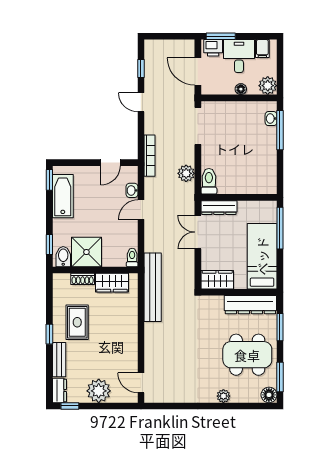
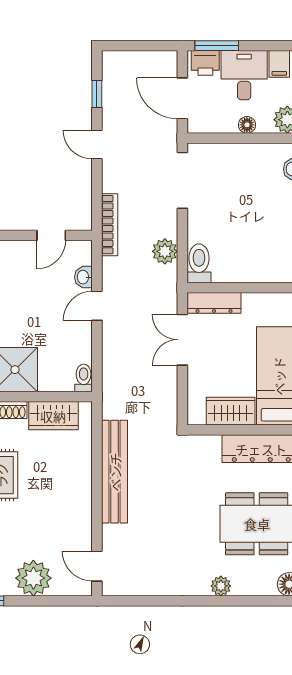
wardrobe: (217, 280) -> (231, 411), moved
bench: (153, 287) -> (115, 472), moved

